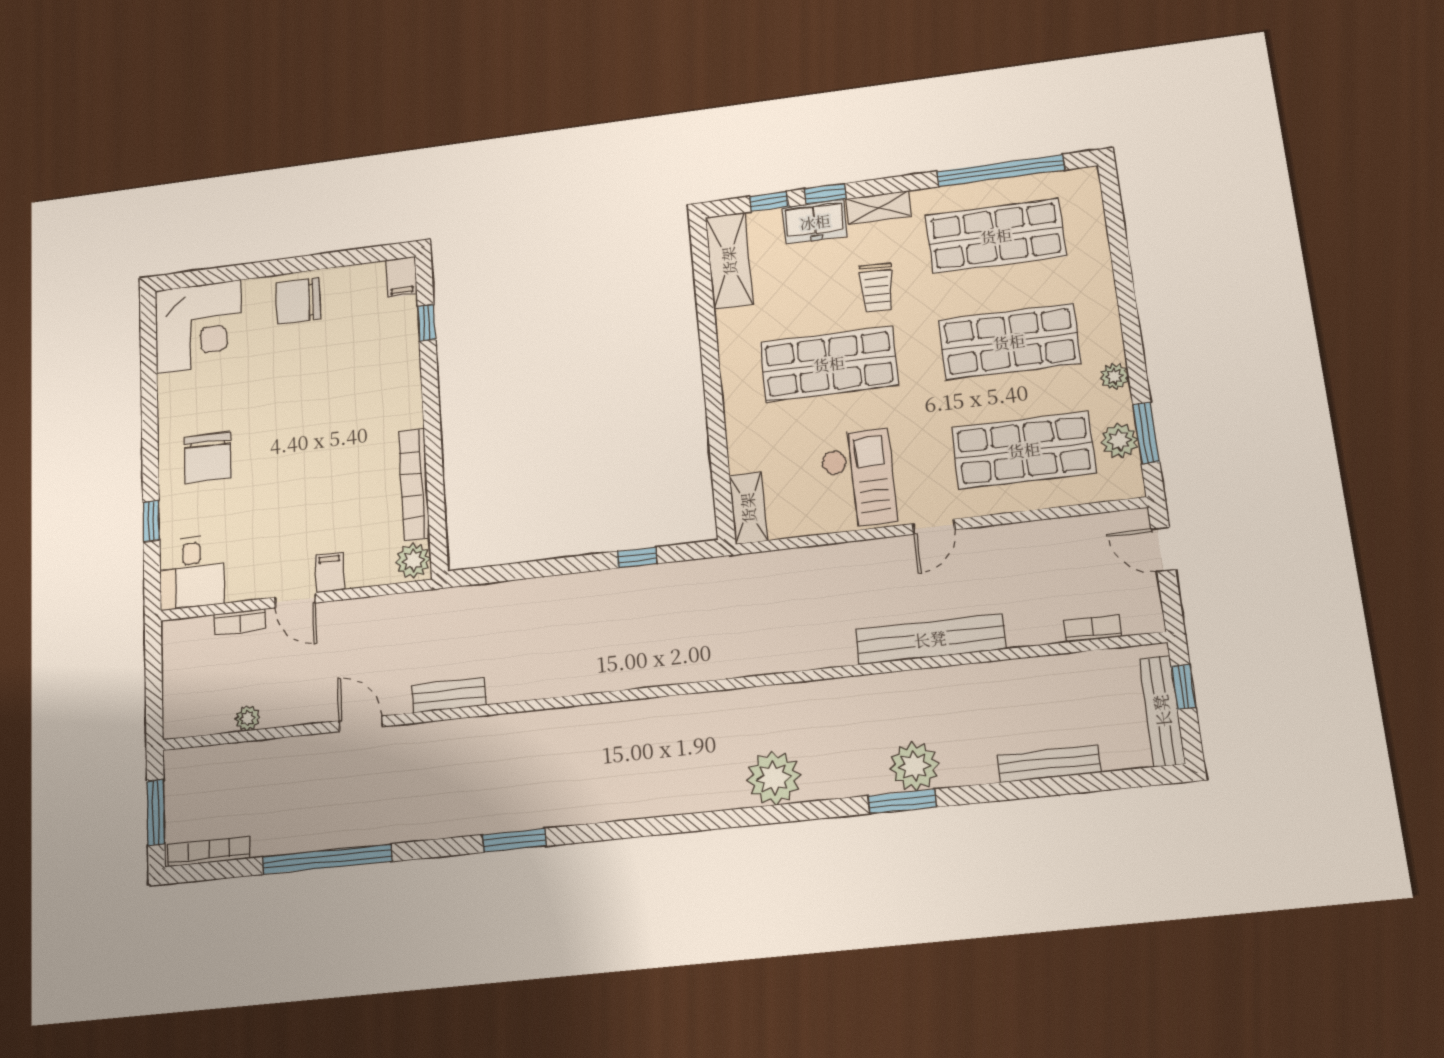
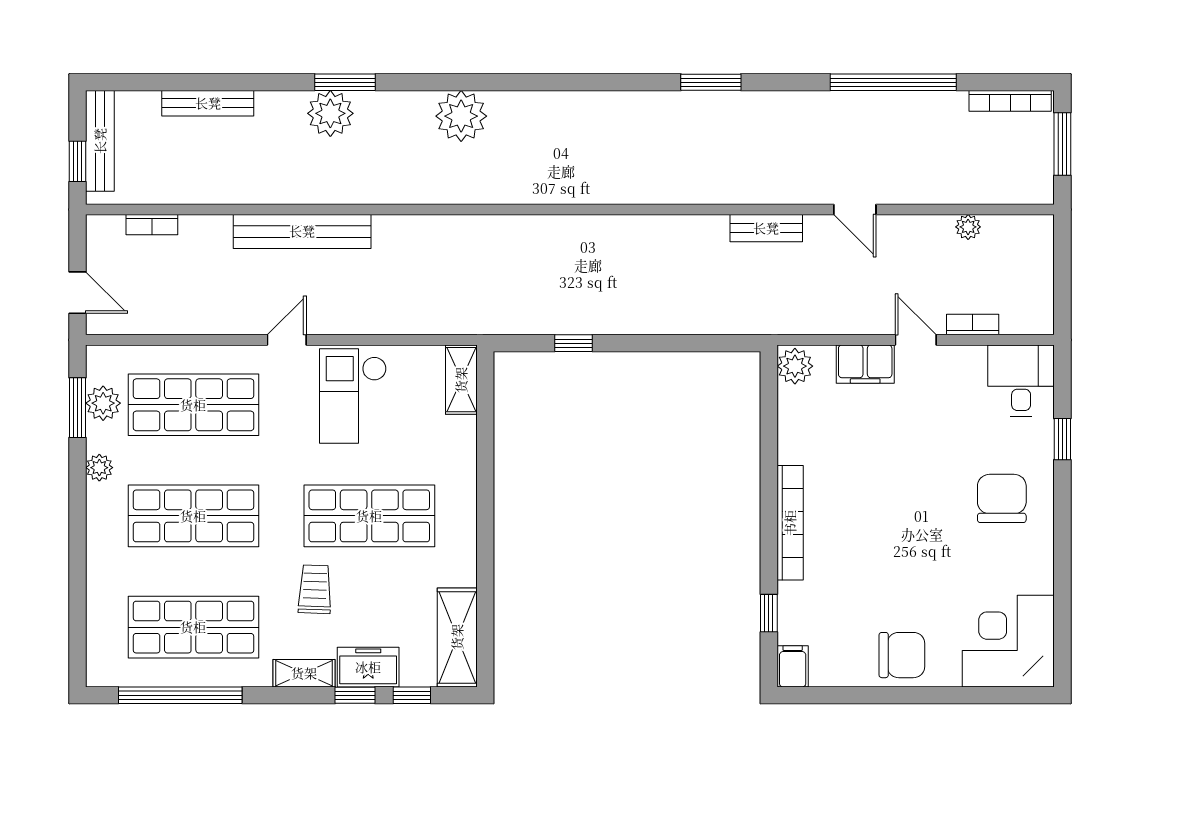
bookcase: (414, 485) -> (790, 523), moved
filing cabinet: (330, 572) -> (865, 364), width x2.00

